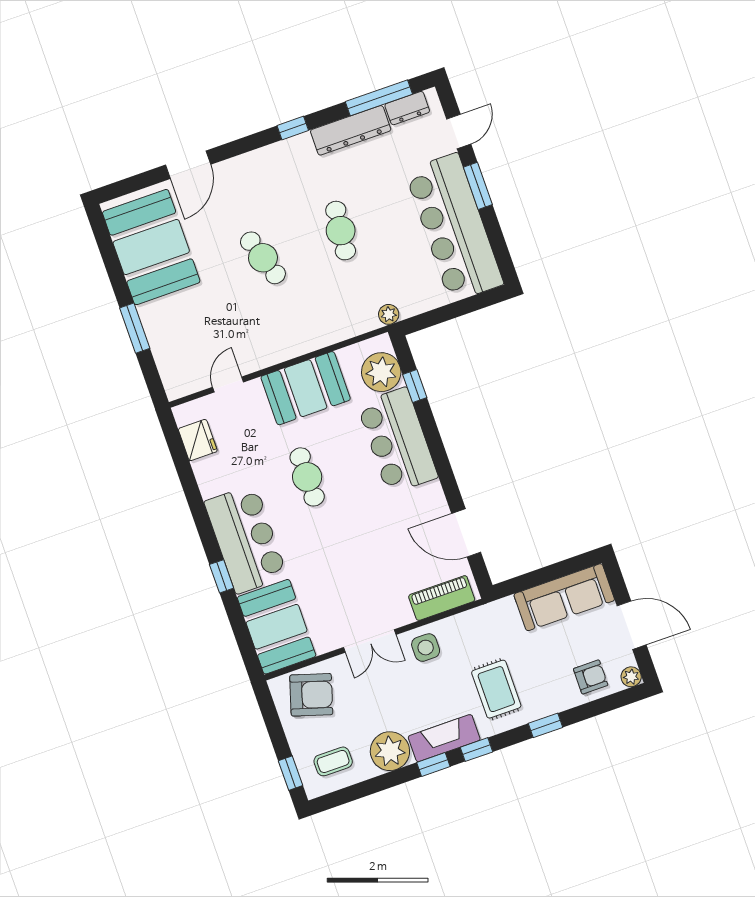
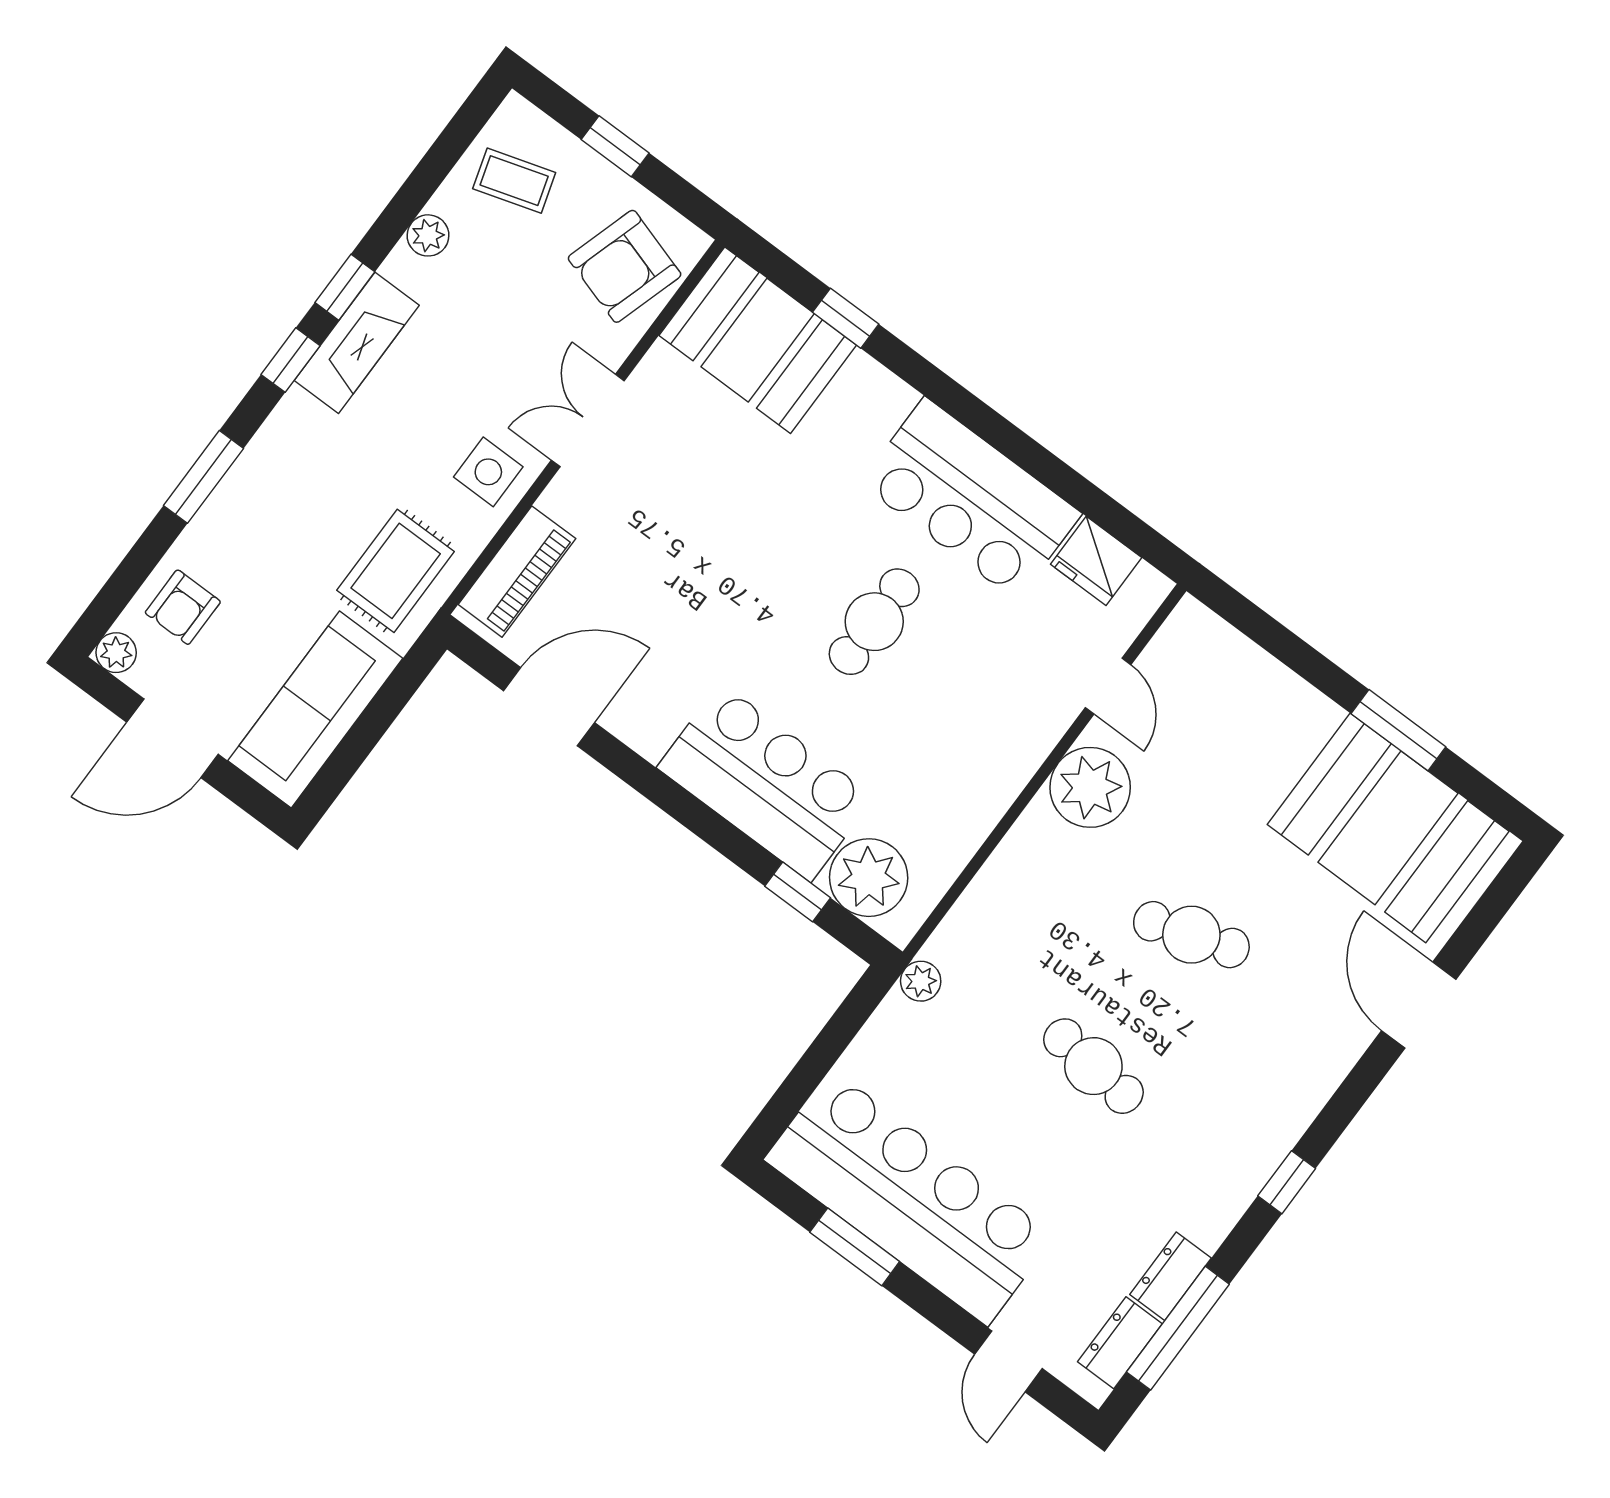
dresser: (351, 130) -> (1170, 1276), width x0.51, depth x0.80
window: (478, 186) -> (855, 1247), moved
window: (135, 328) -> (1398, 730), moved
plant: (264, 347) -> (1090, 787), added
booth: (306, 388) -> (976, 767), removed
cafe table: (307, 477) -> (874, 622), turned 90
bar counter: (246, 539) -> (971, 499), moved
window: (222, 576) -> (846, 318), moved
rug: (496, 689) -> (396, 571), moved, turned 90
window: (546, 725) -> (203, 477), width x1.50
plant: (390, 751) -> (428, 235), width x0.53, depth x0.53
coffee table: (333, 761) -> (514, 181), turned 73
window: (291, 773) -> (615, 146), moved

